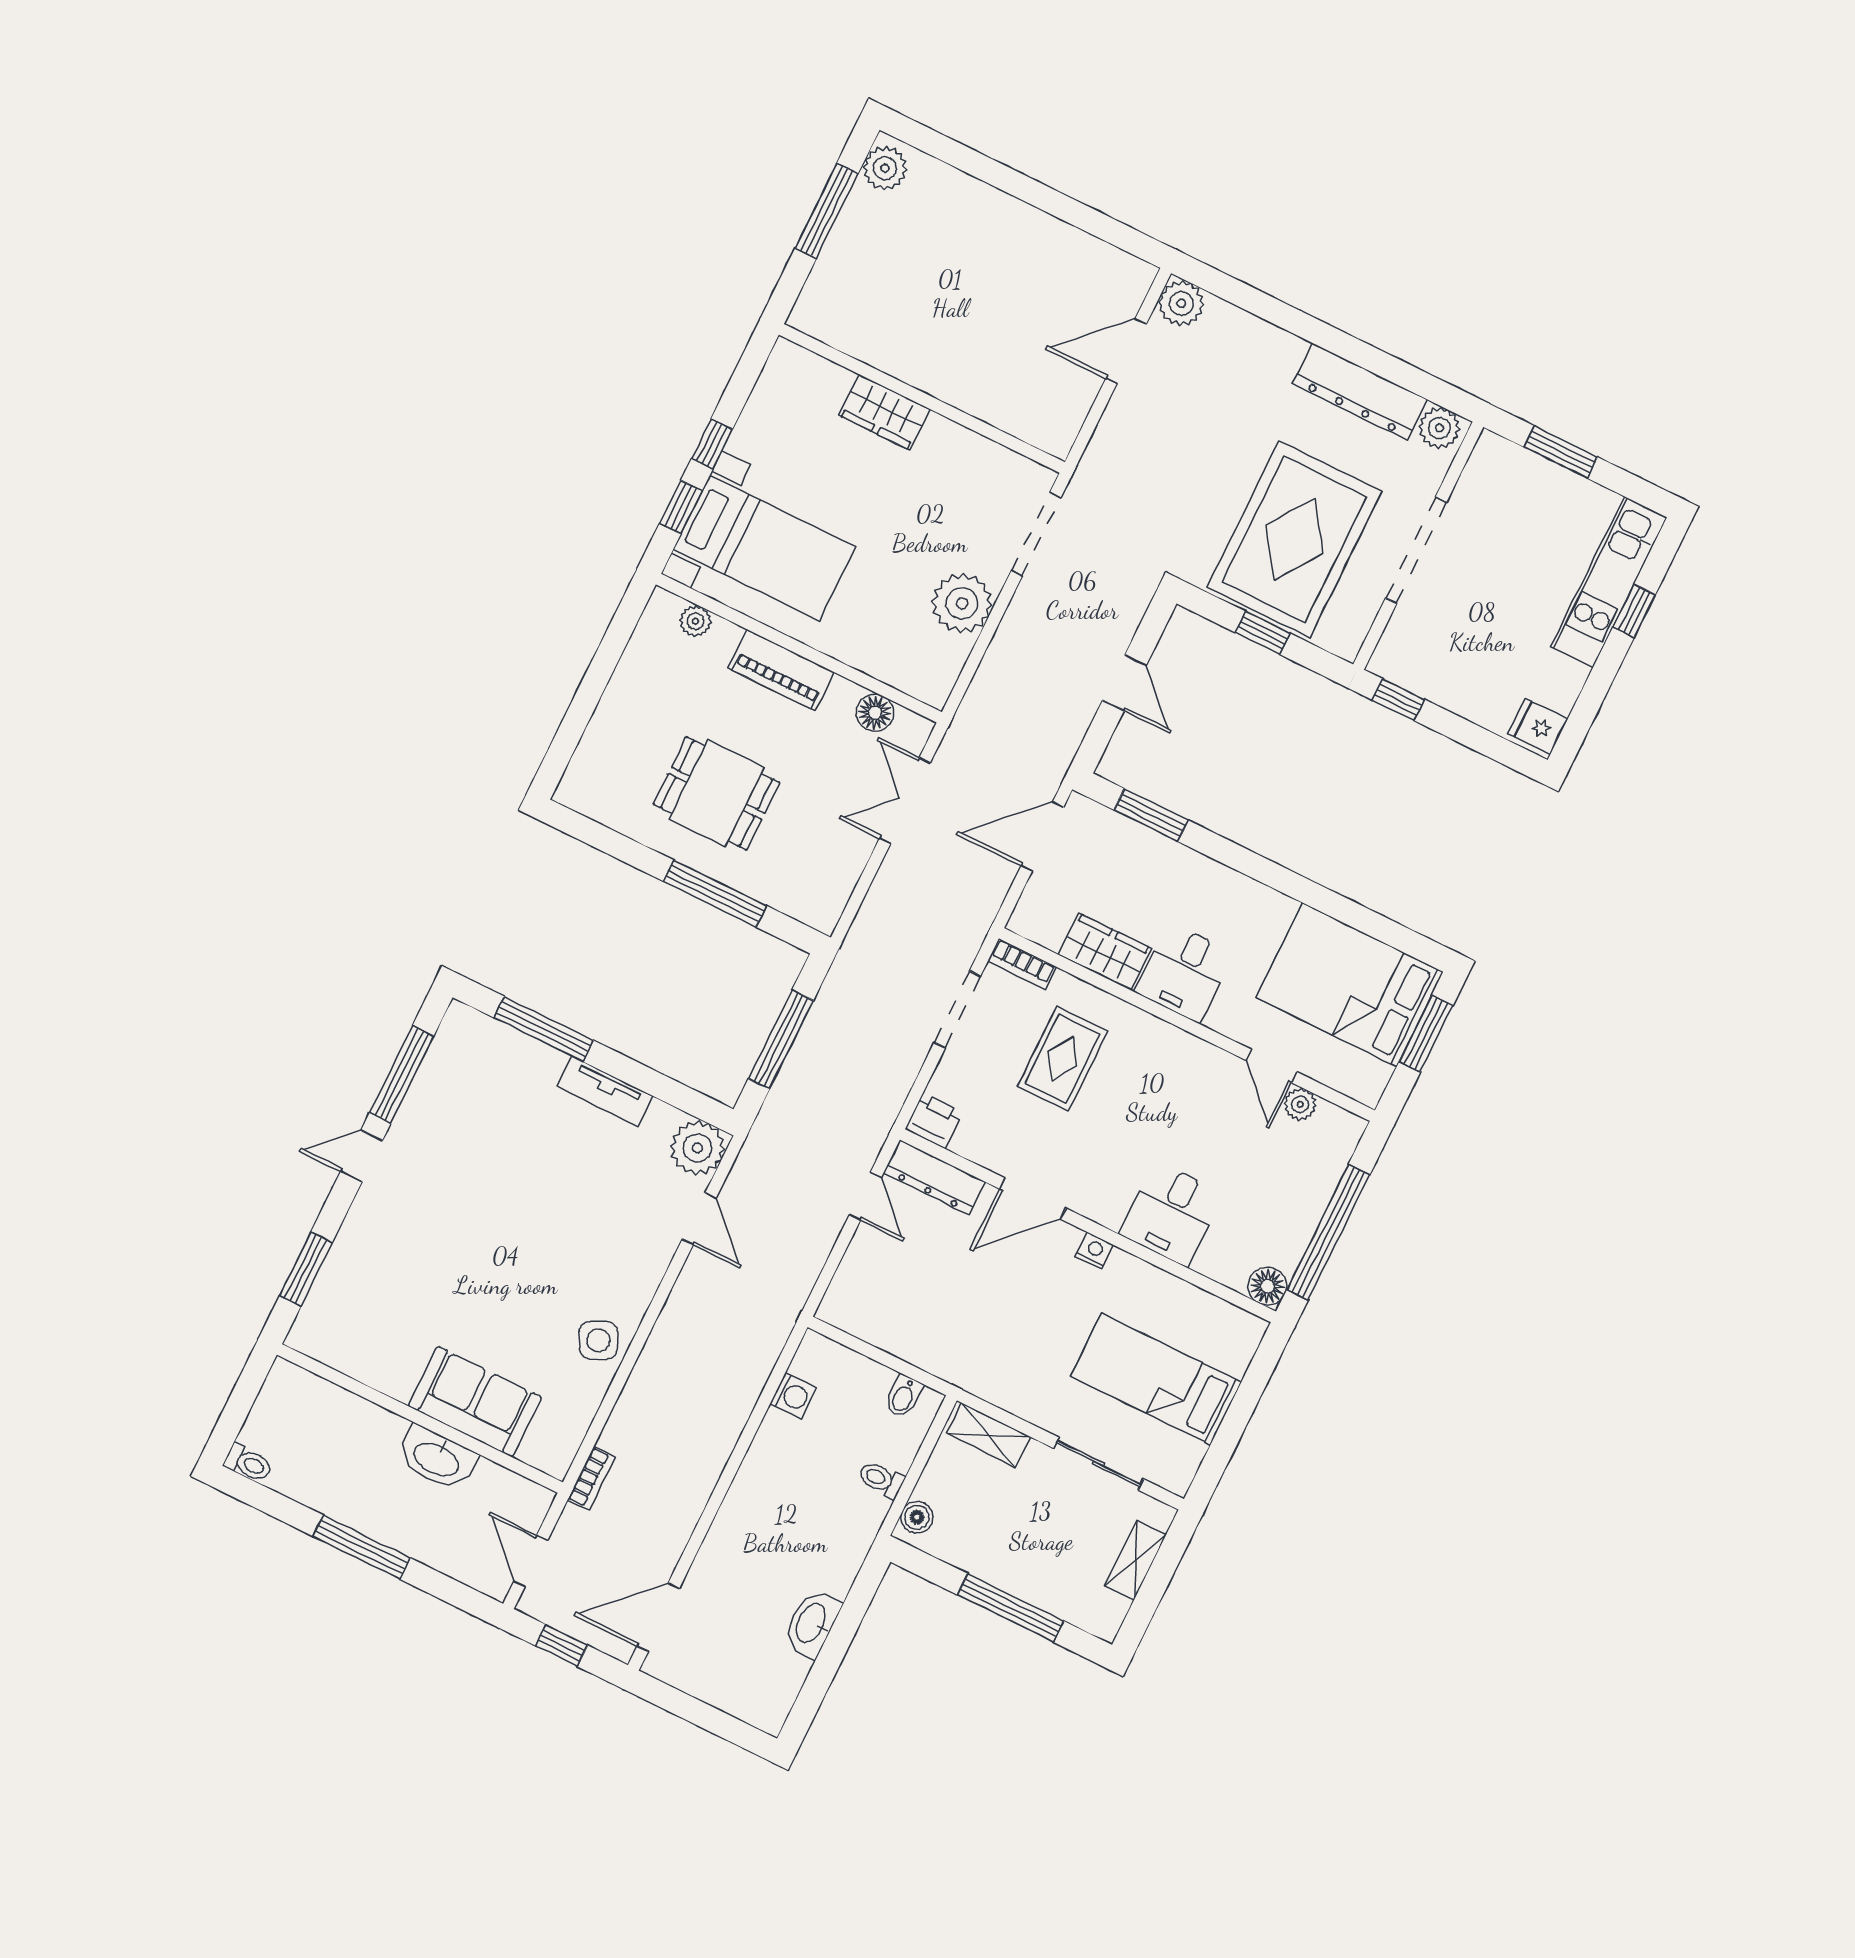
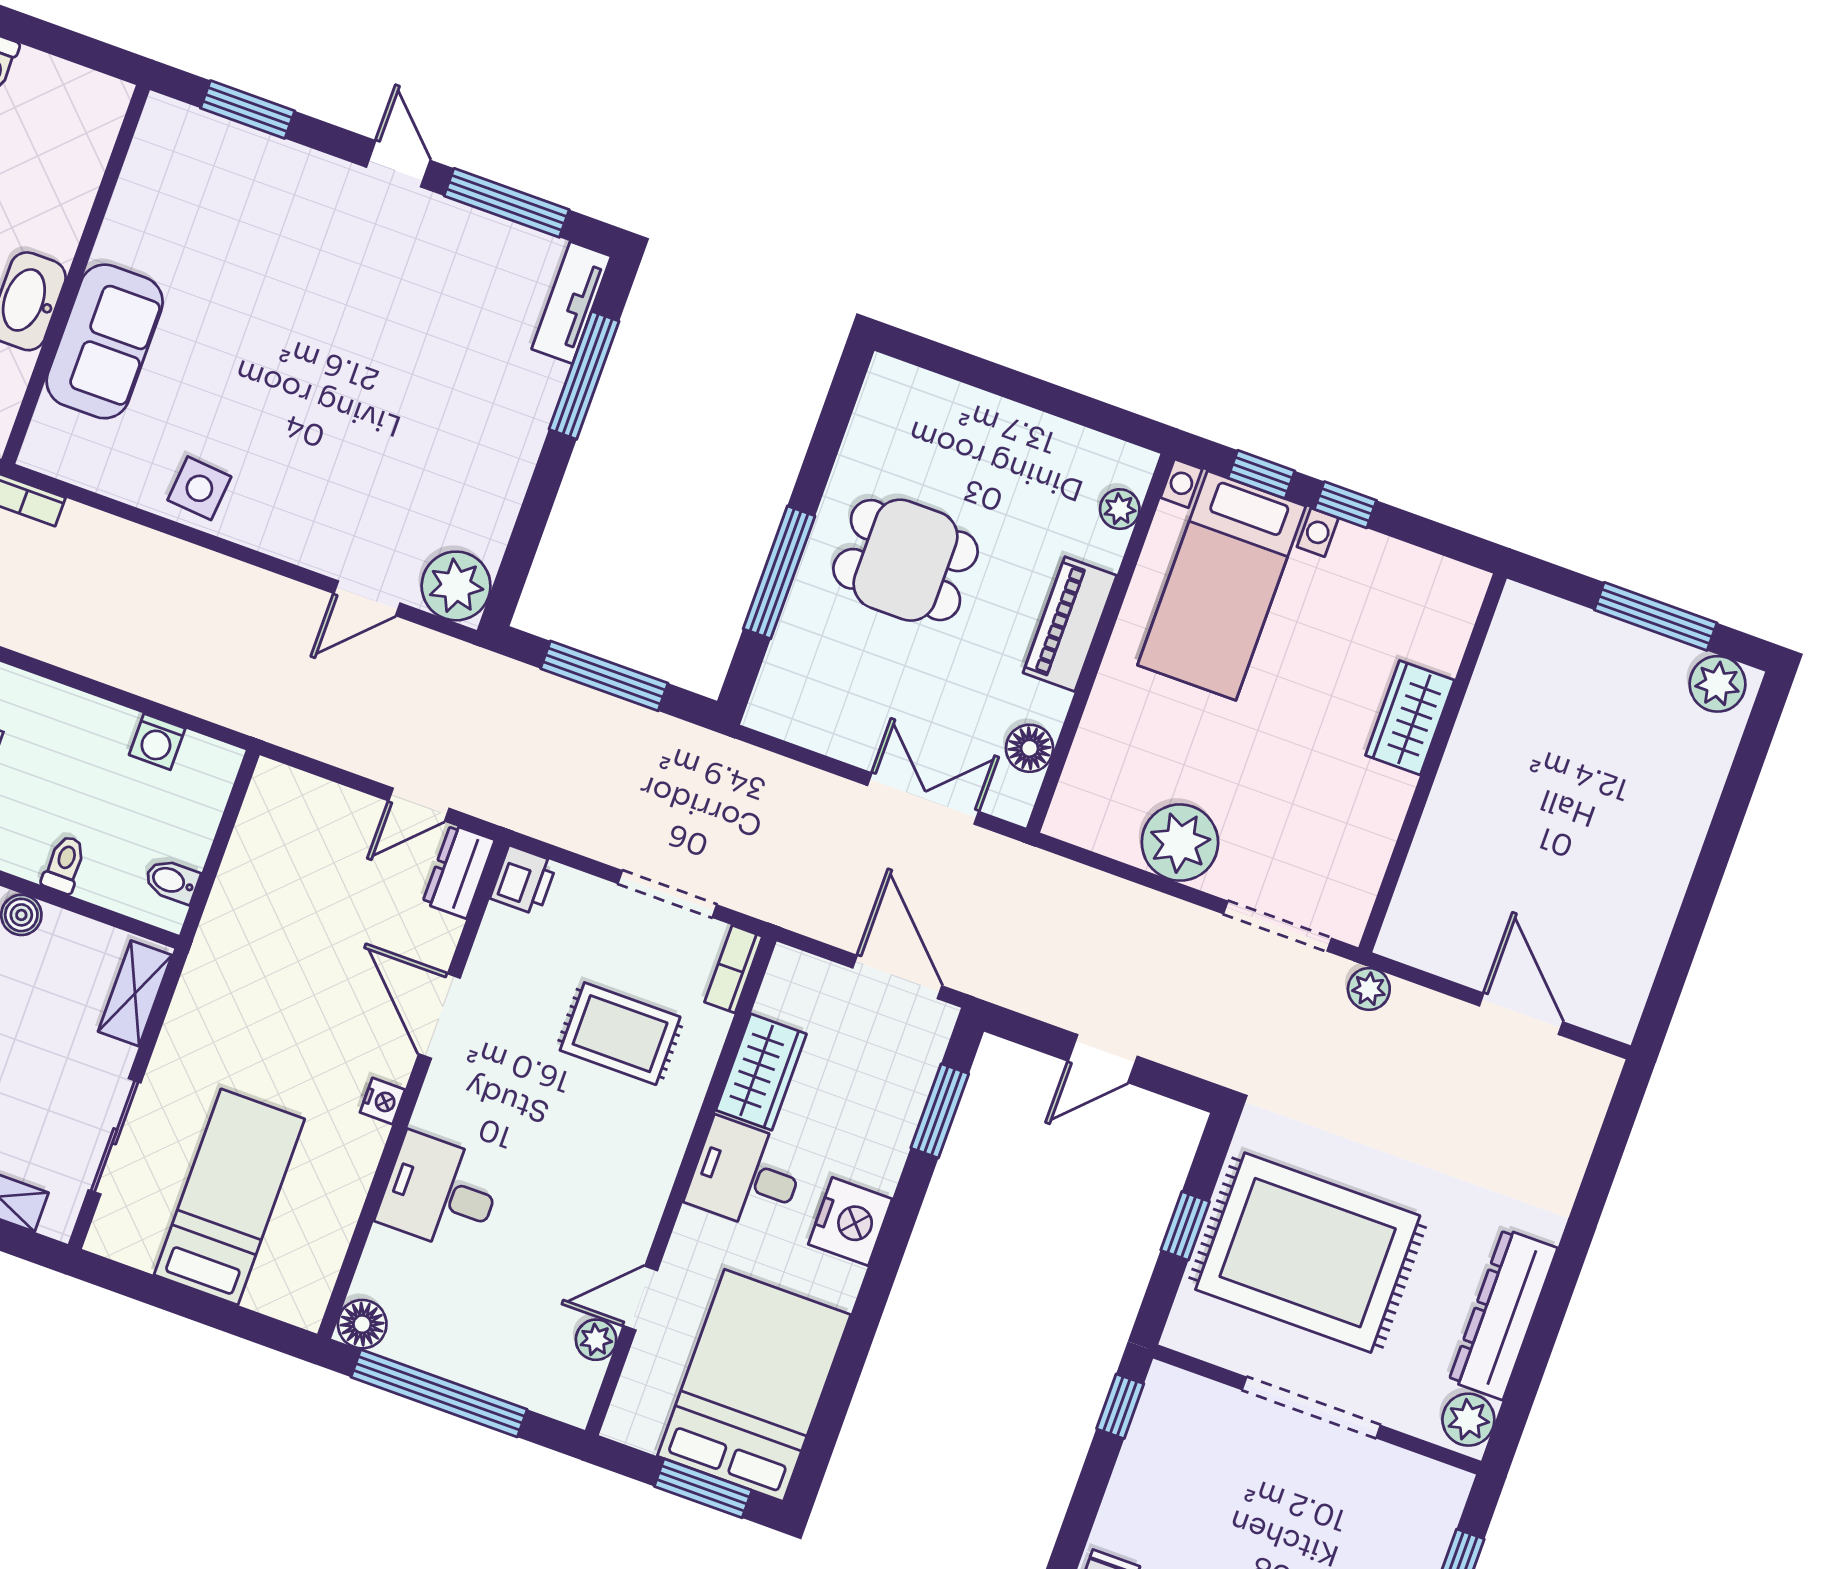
plant: (1181, 303) -> (1369, 989), moved, width x0.73, depth x0.73
dining table: (717, 793) -> (906, 560), turned 90
nightstand: (1230, 895) -> (850, 1222), added
tv unit: (605, 1091) -> (571, 303), moved
dresser: (934, 1177) -> (459, 871), width x0.70
side table: (598, 1340) -> (199, 488), turned 30

